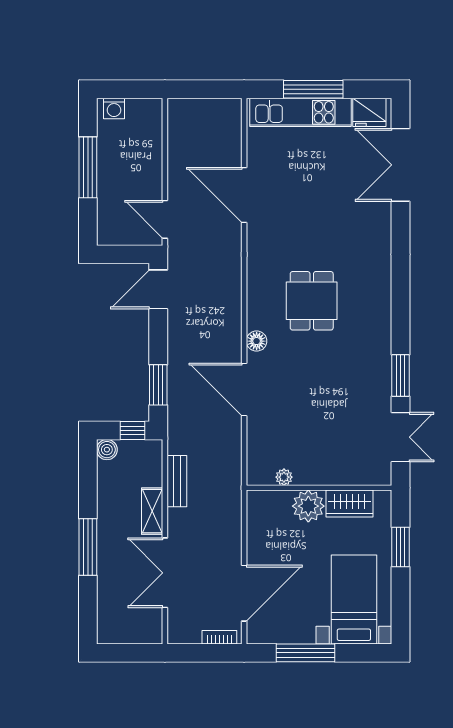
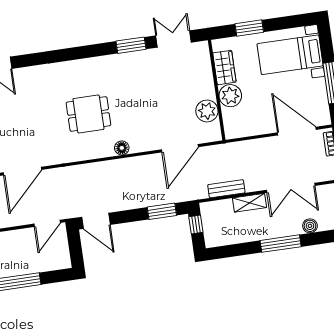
door: (244, 389) -> (180, 148), moved
boiler: (107, 450) -> (310, 226), moved
plant: (284, 477) -> (207, 111), width x1.88, depth x1.88

